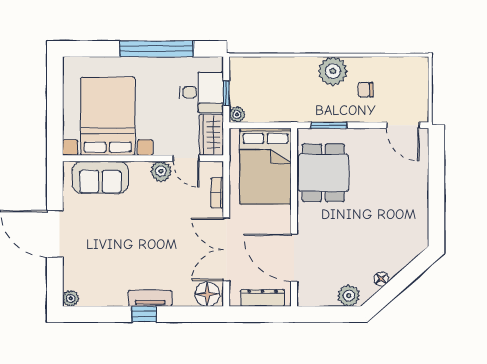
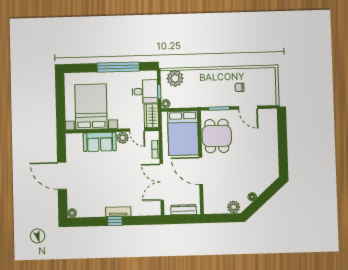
plant: (333, 71) -> (175, 78), moved
door: (403, 125) -> (248, 108), moved
sofa: (100, 177) -> (100, 142), moved
door: (294, 258) -> (201, 171), moved
floor lamp: (207, 294) -> (151, 208), removed

